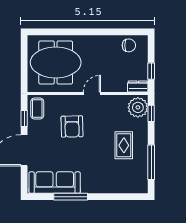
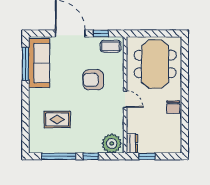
chair: (129, 45) -> (173, 107), moved
window: (151, 113) -> (91, 156), moved
rug: (124, 145) -> (57, 119), moved
window: (71, 197) -> (25, 64), moved

